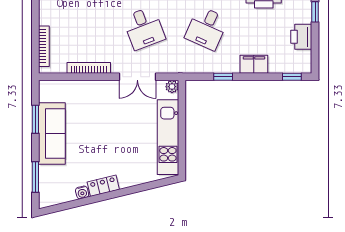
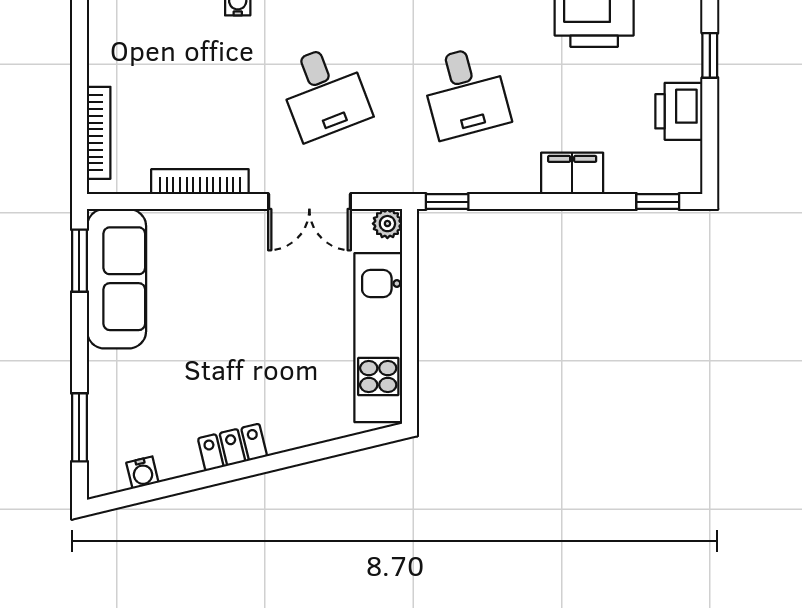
desk: (207, 28) -> (465, 92), turned -39
window: (223, 77) -> (447, 202), moved
window: (35, 119) -> (79, 261), moved
sofa: (52, 134) -> (117, 279), moved
water cooler: (82, 192) -> (142, 473), moved

